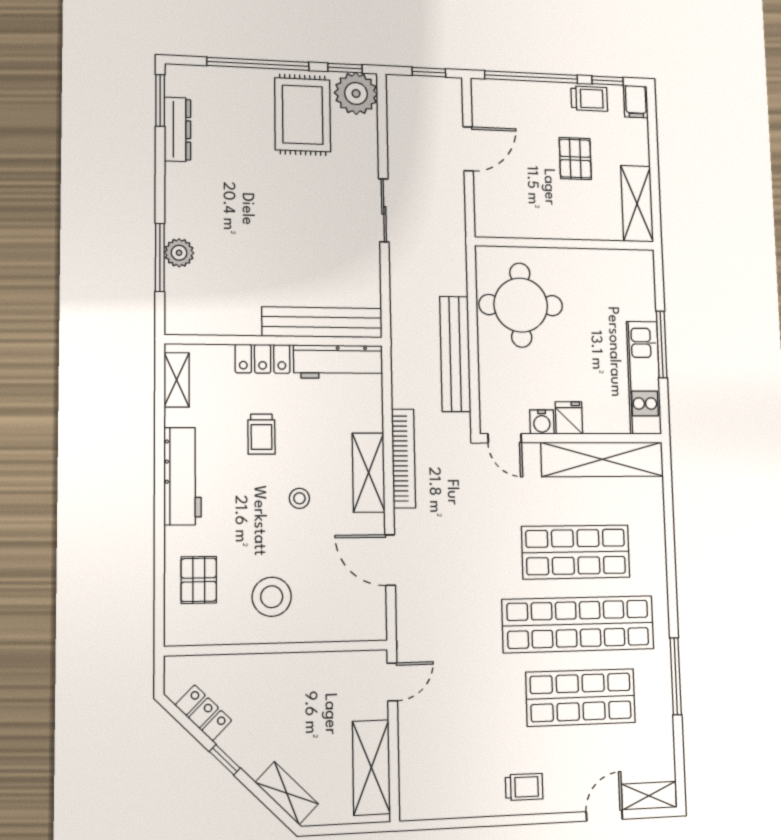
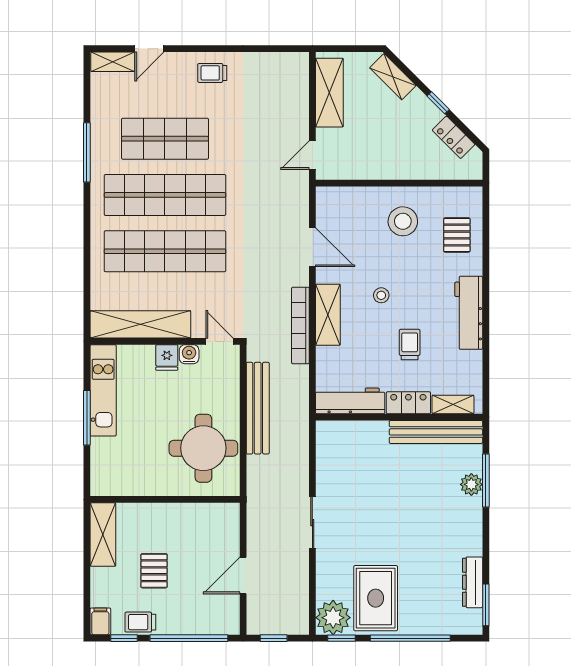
bench: (322, 322) -> (436, 432), moved
shelving: (177, 380) -> (453, 404), moved, turned 90
shop shelf: (576, 552) -> (165, 251), width x1.40

